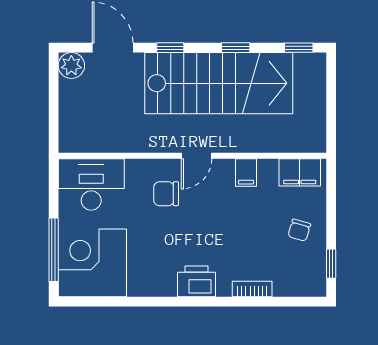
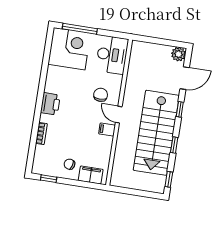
filing cabinet: (246, 172) -> (107, 129), moved
filing cabinet: (300, 172) -> (91, 175), moved, turned 90

